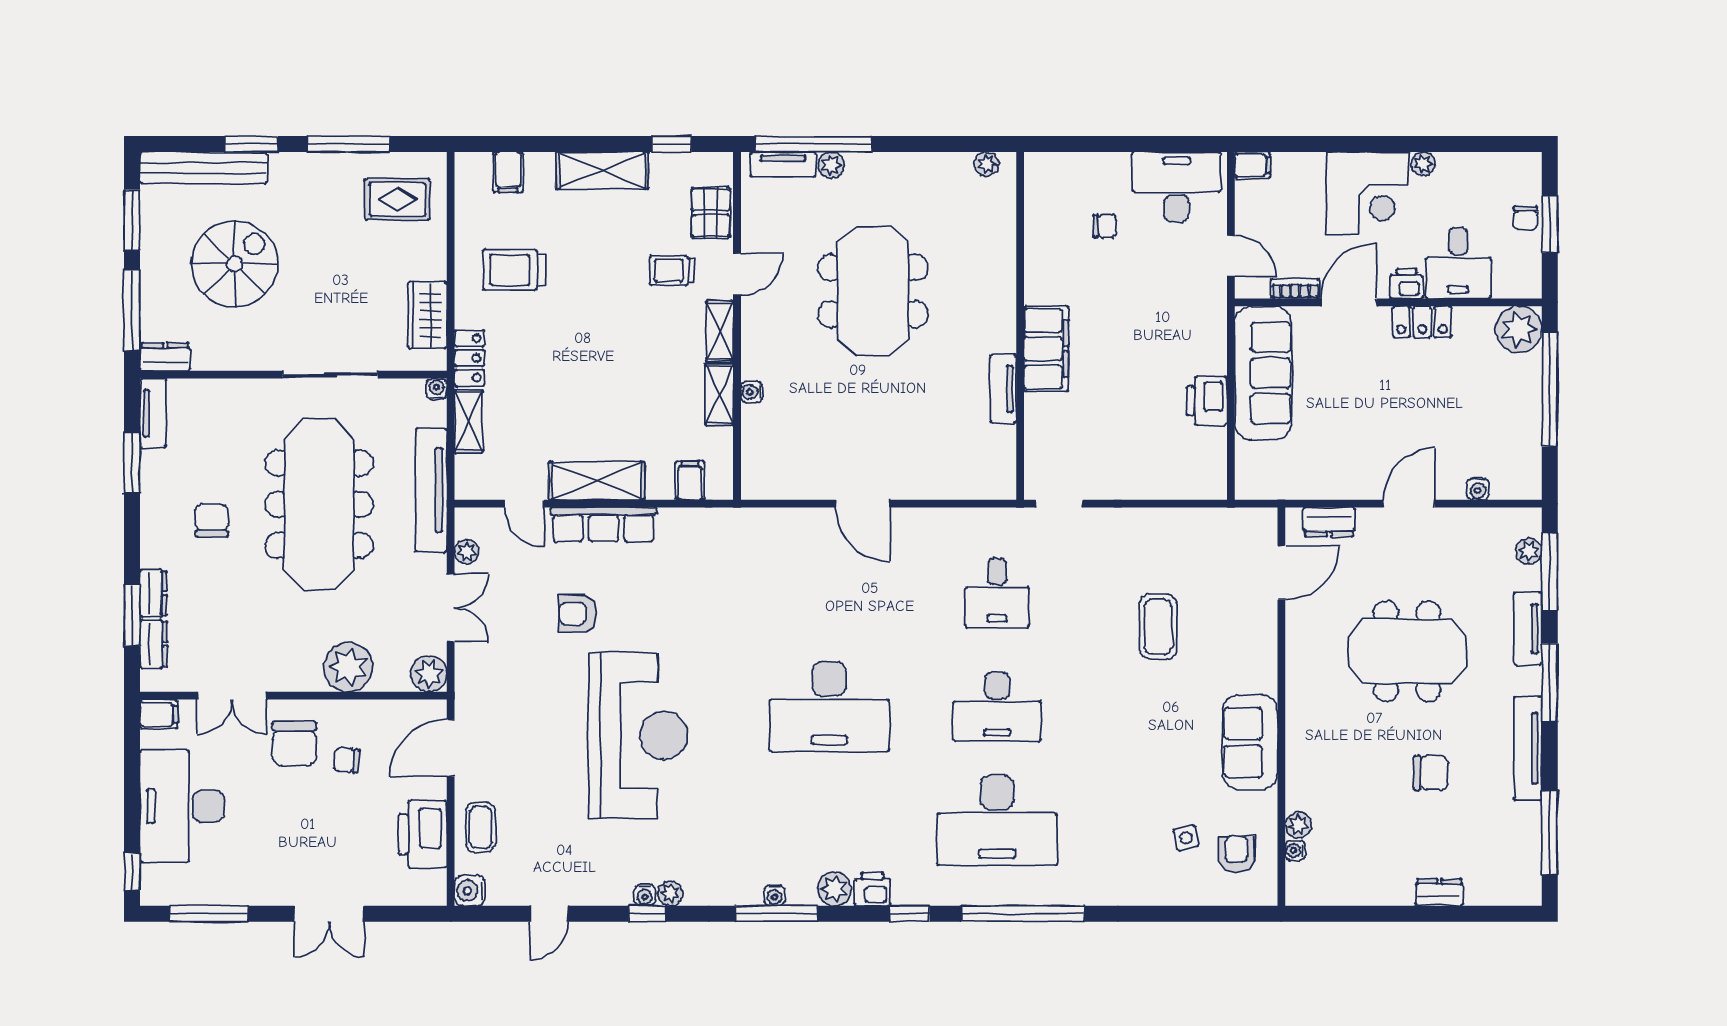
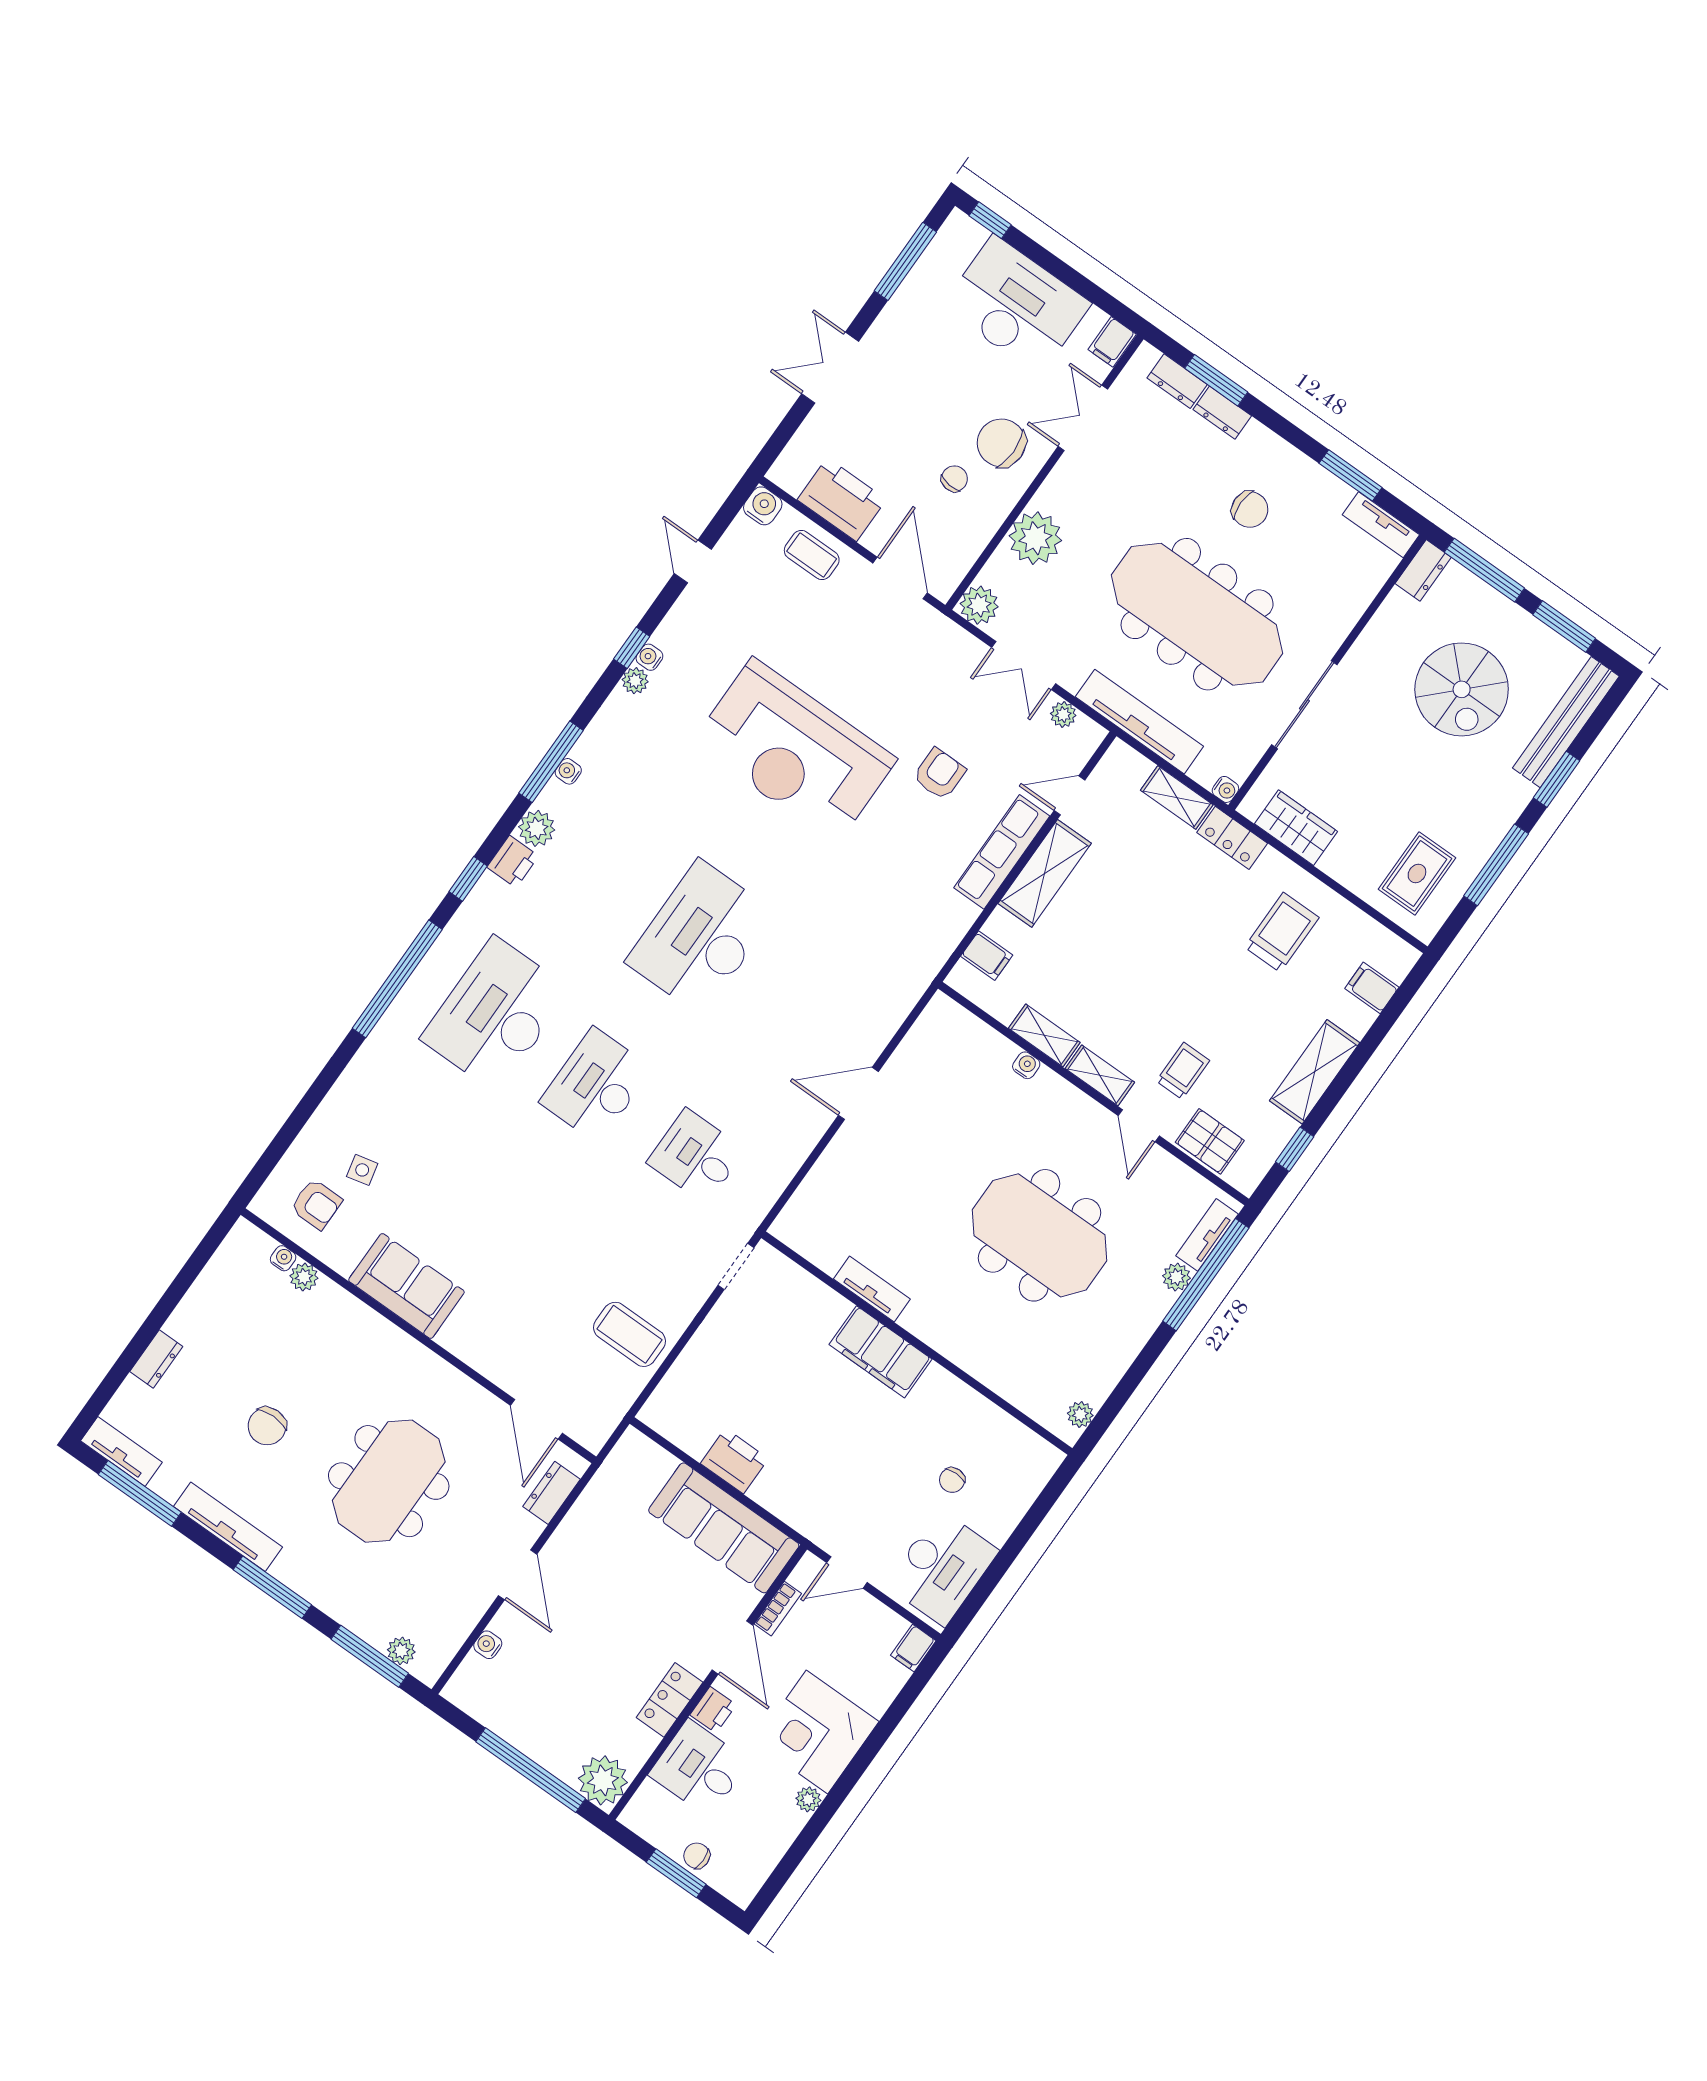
coffee table: (1158, 627) -> (629, 1334), moved
tv unit: (1528, 629) -> (121, 1452), moved

